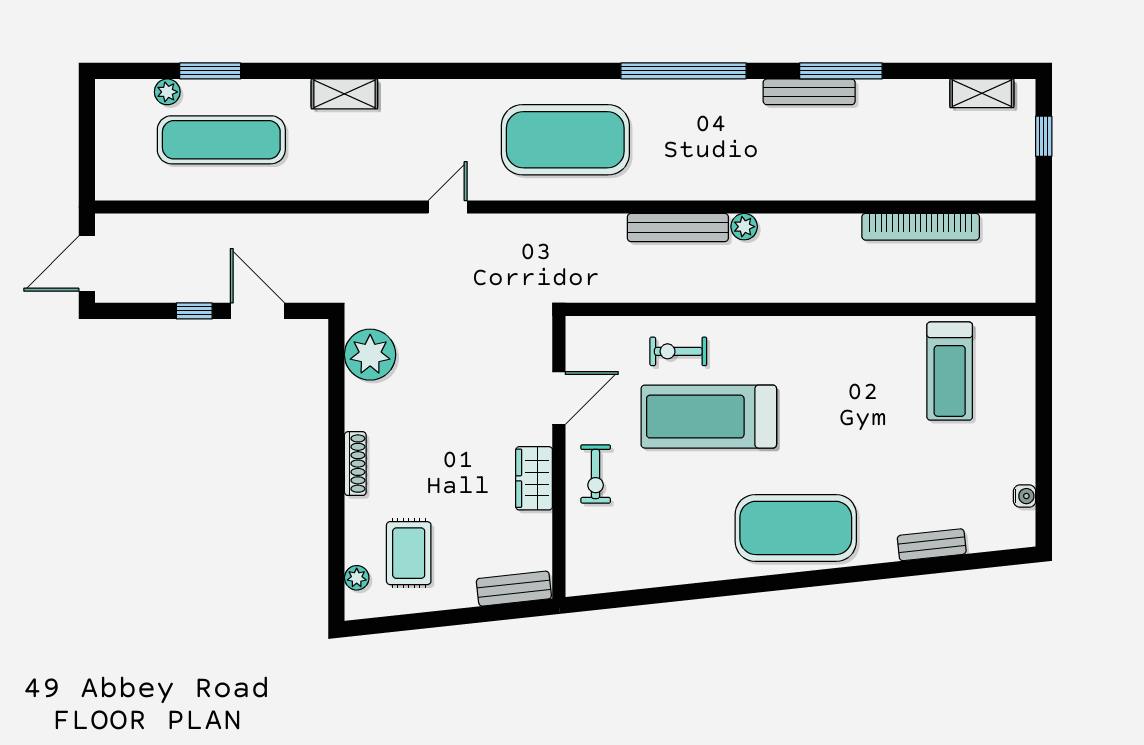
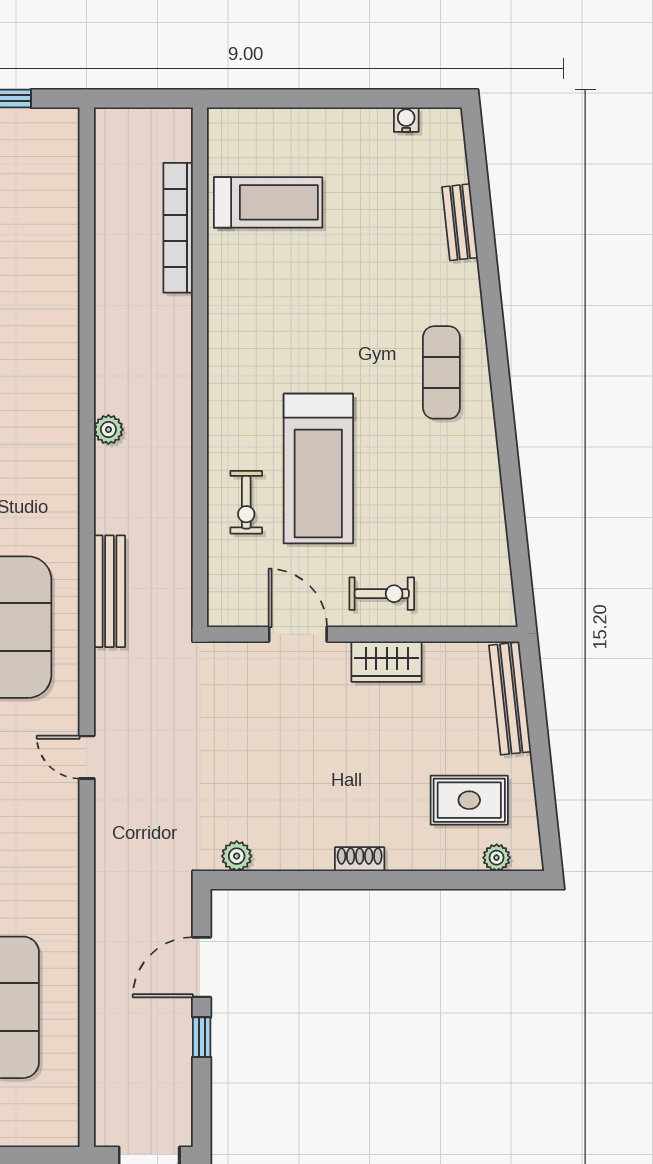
bookcase: (921, 227) -> (178, 228), moved, turned 180
bench: (678, 228) -> (109, 591), moved
plant: (370, 355) -> (237, 856), width x0.53, depth x0.53
shoe rack: (355, 464) -> (360, 859), width x0.70
exercise mat: (796, 528) -> (441, 372), width x0.50, depth x0.69
bench: (514, 589) -> (510, 698), width x1.36

